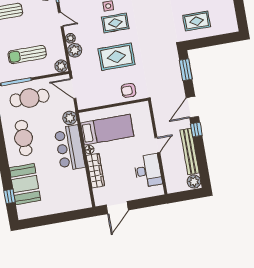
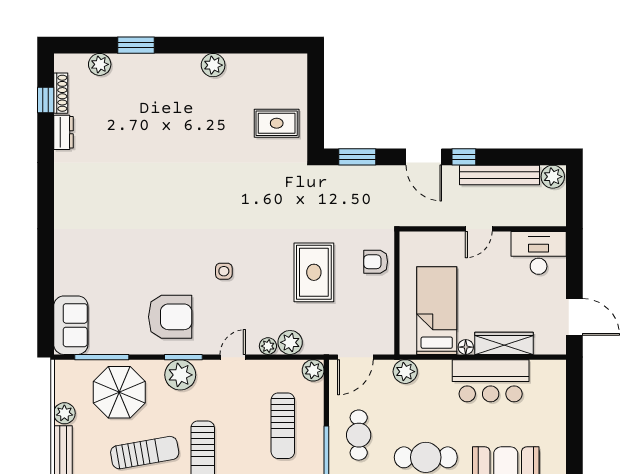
rug: (197, 21) -> (277, 123), turned 90
rug: (115, 23) -> (255, 264), removed
armchair: (129, 90) -> (376, 262), turned 90
cafe table: (29, 98) -> (359, 435), width x0.73, depth x0.74
door: (157, 145) -> (479, 229), swing flipped
bar counter: (70, 148) -> (491, 381), moved
desk: (148, 171) -> (539, 253), moved

